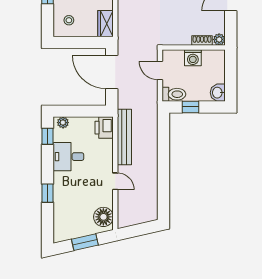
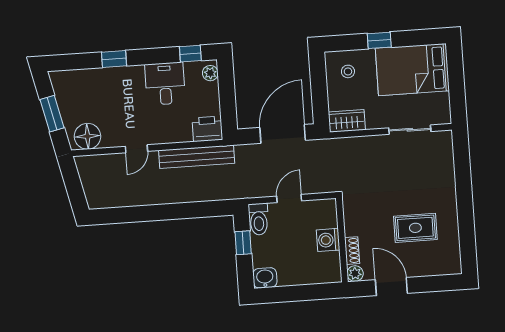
plant: (219, 39) -> (355, 274), moved
shoe rack: (202, 40) -> (352, 251), moved
wall: (194, 47) -> (342, 240), moved
washing machine: (193, 58) -> (328, 240), moved

